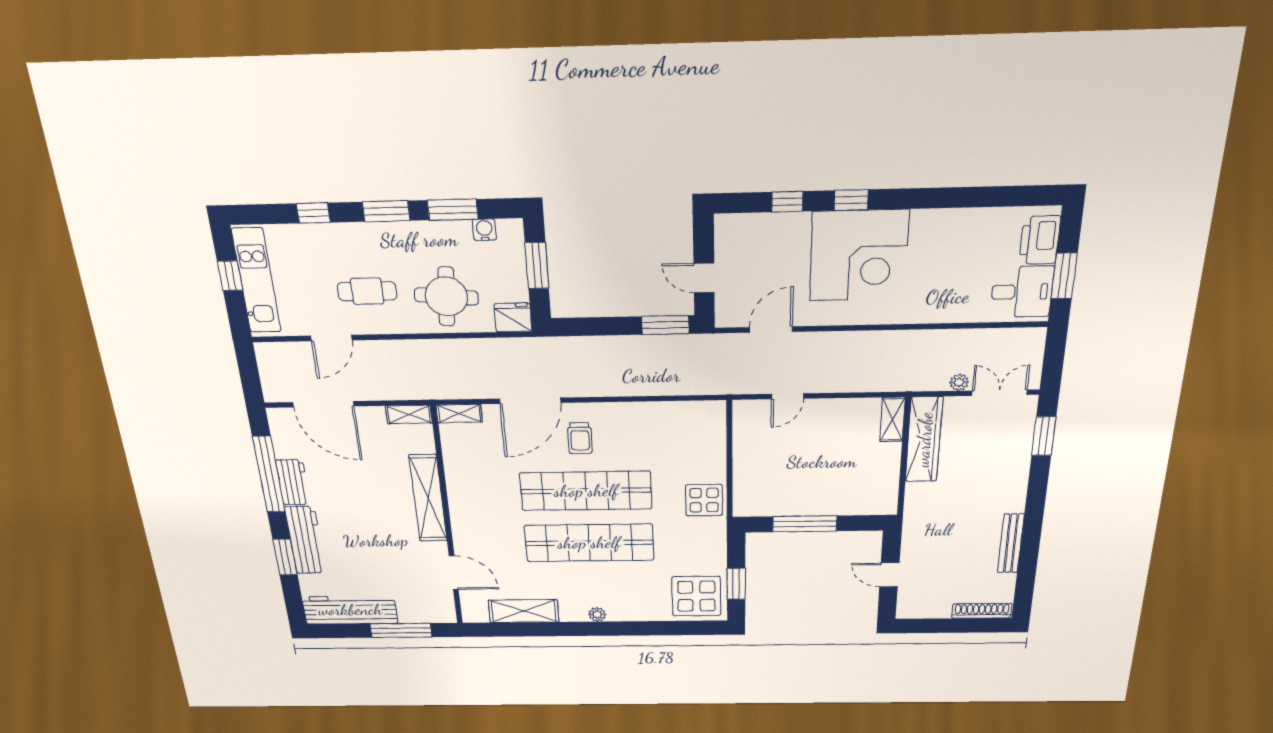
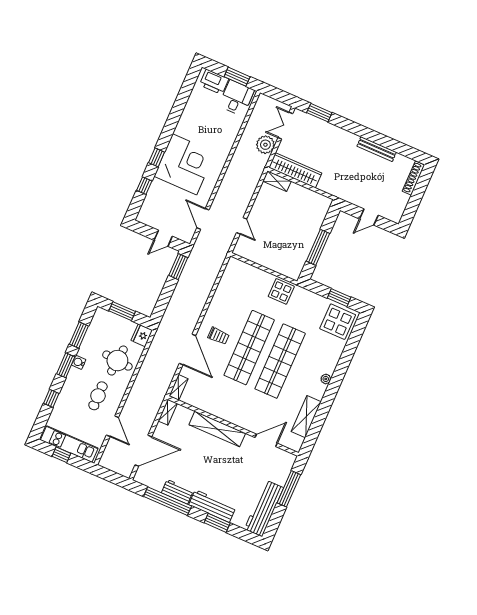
water cooler: (484, 230) -> (79, 362), moved
plant: (959, 382) -> (265, 145), width x1.87, depth x1.87

